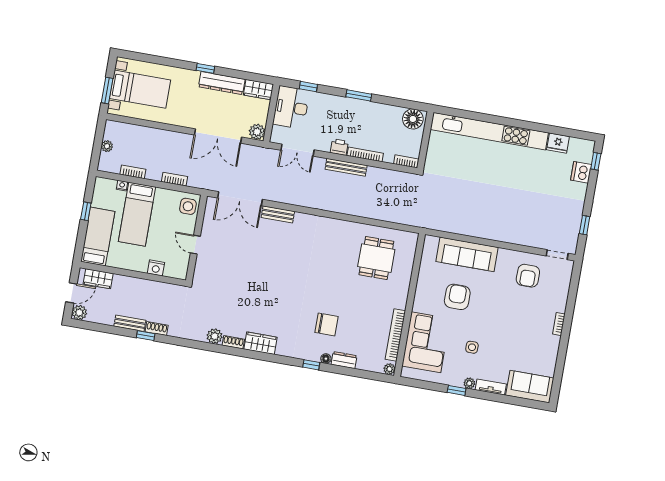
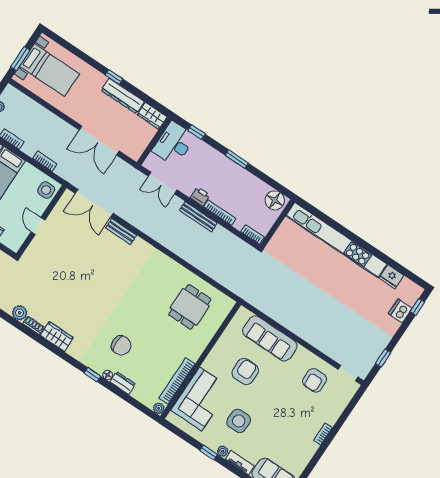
plant: (257, 132) -> (135, 152), removed
side table: (472, 347) -> (239, 421), width x1.87, depth x1.87

